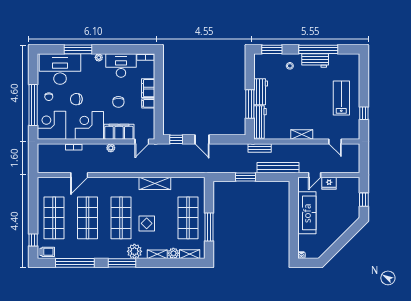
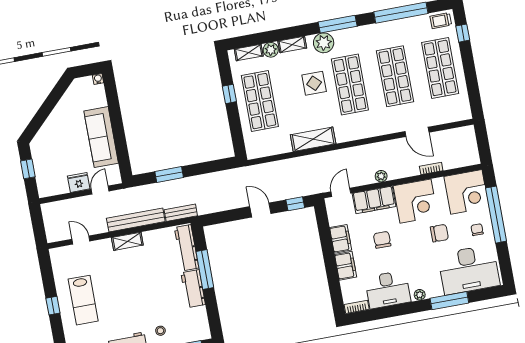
filing cabinet: (148, 103) -> (341, 239), width x2.00
window: (364, 113) -> (53, 306), moved
bench: (278, 168) -> (136, 220), moved
door: (79, 175) -> (417, 132), swing flipped
window: (245, 177) -> (169, 174), moved
window: (209, 227) -> (229, 94), width x0.46

